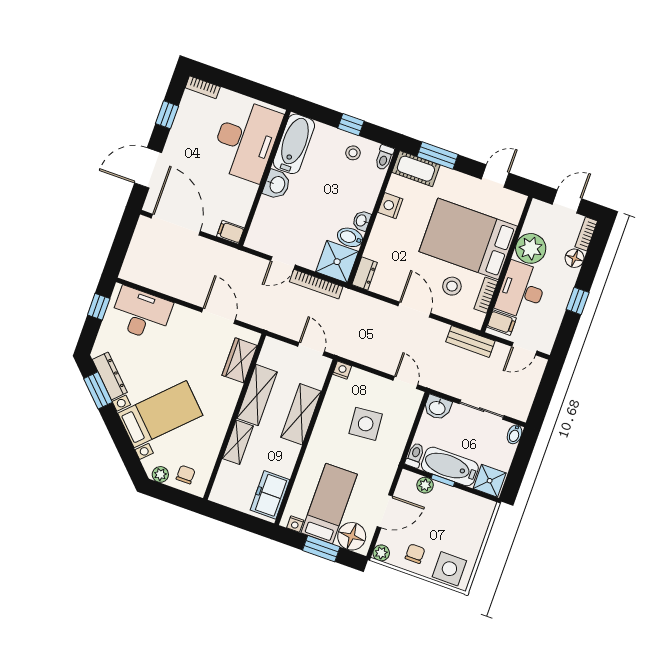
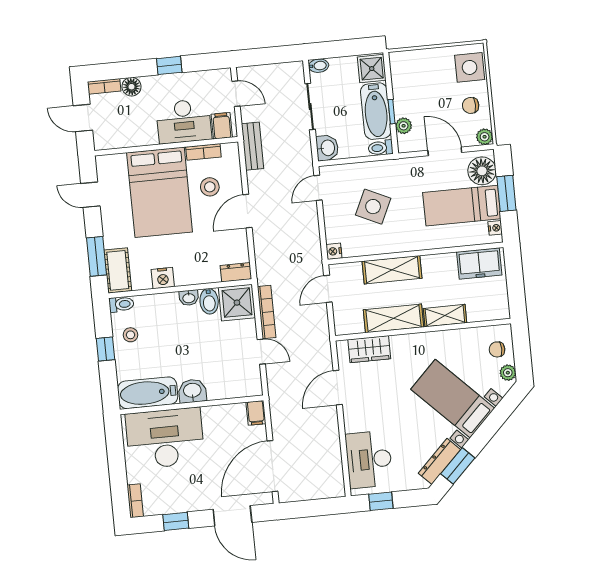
plant: (531, 248) -> (141, 131), removed
side table: (366, 424) -> (373, 207), turned 30

